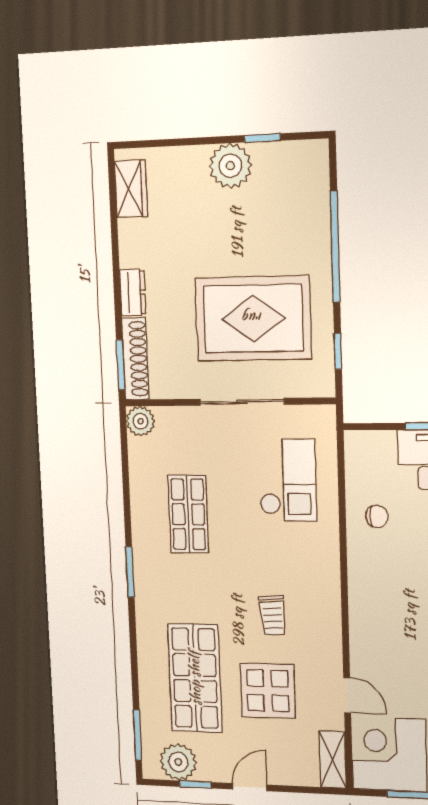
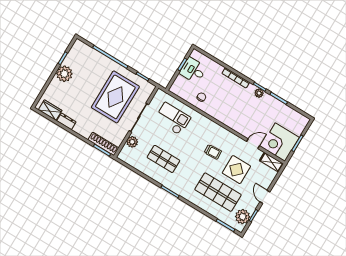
dresser: (133, 292) -> (66, 121), moved
plant: (140, 421) -> (132, 142), moved

